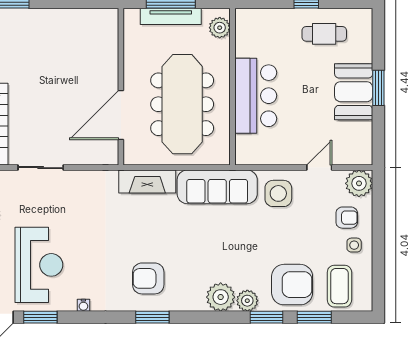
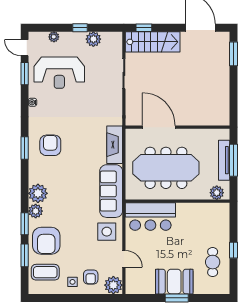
bar counter: (256, 96) -> (150, 217), moved

